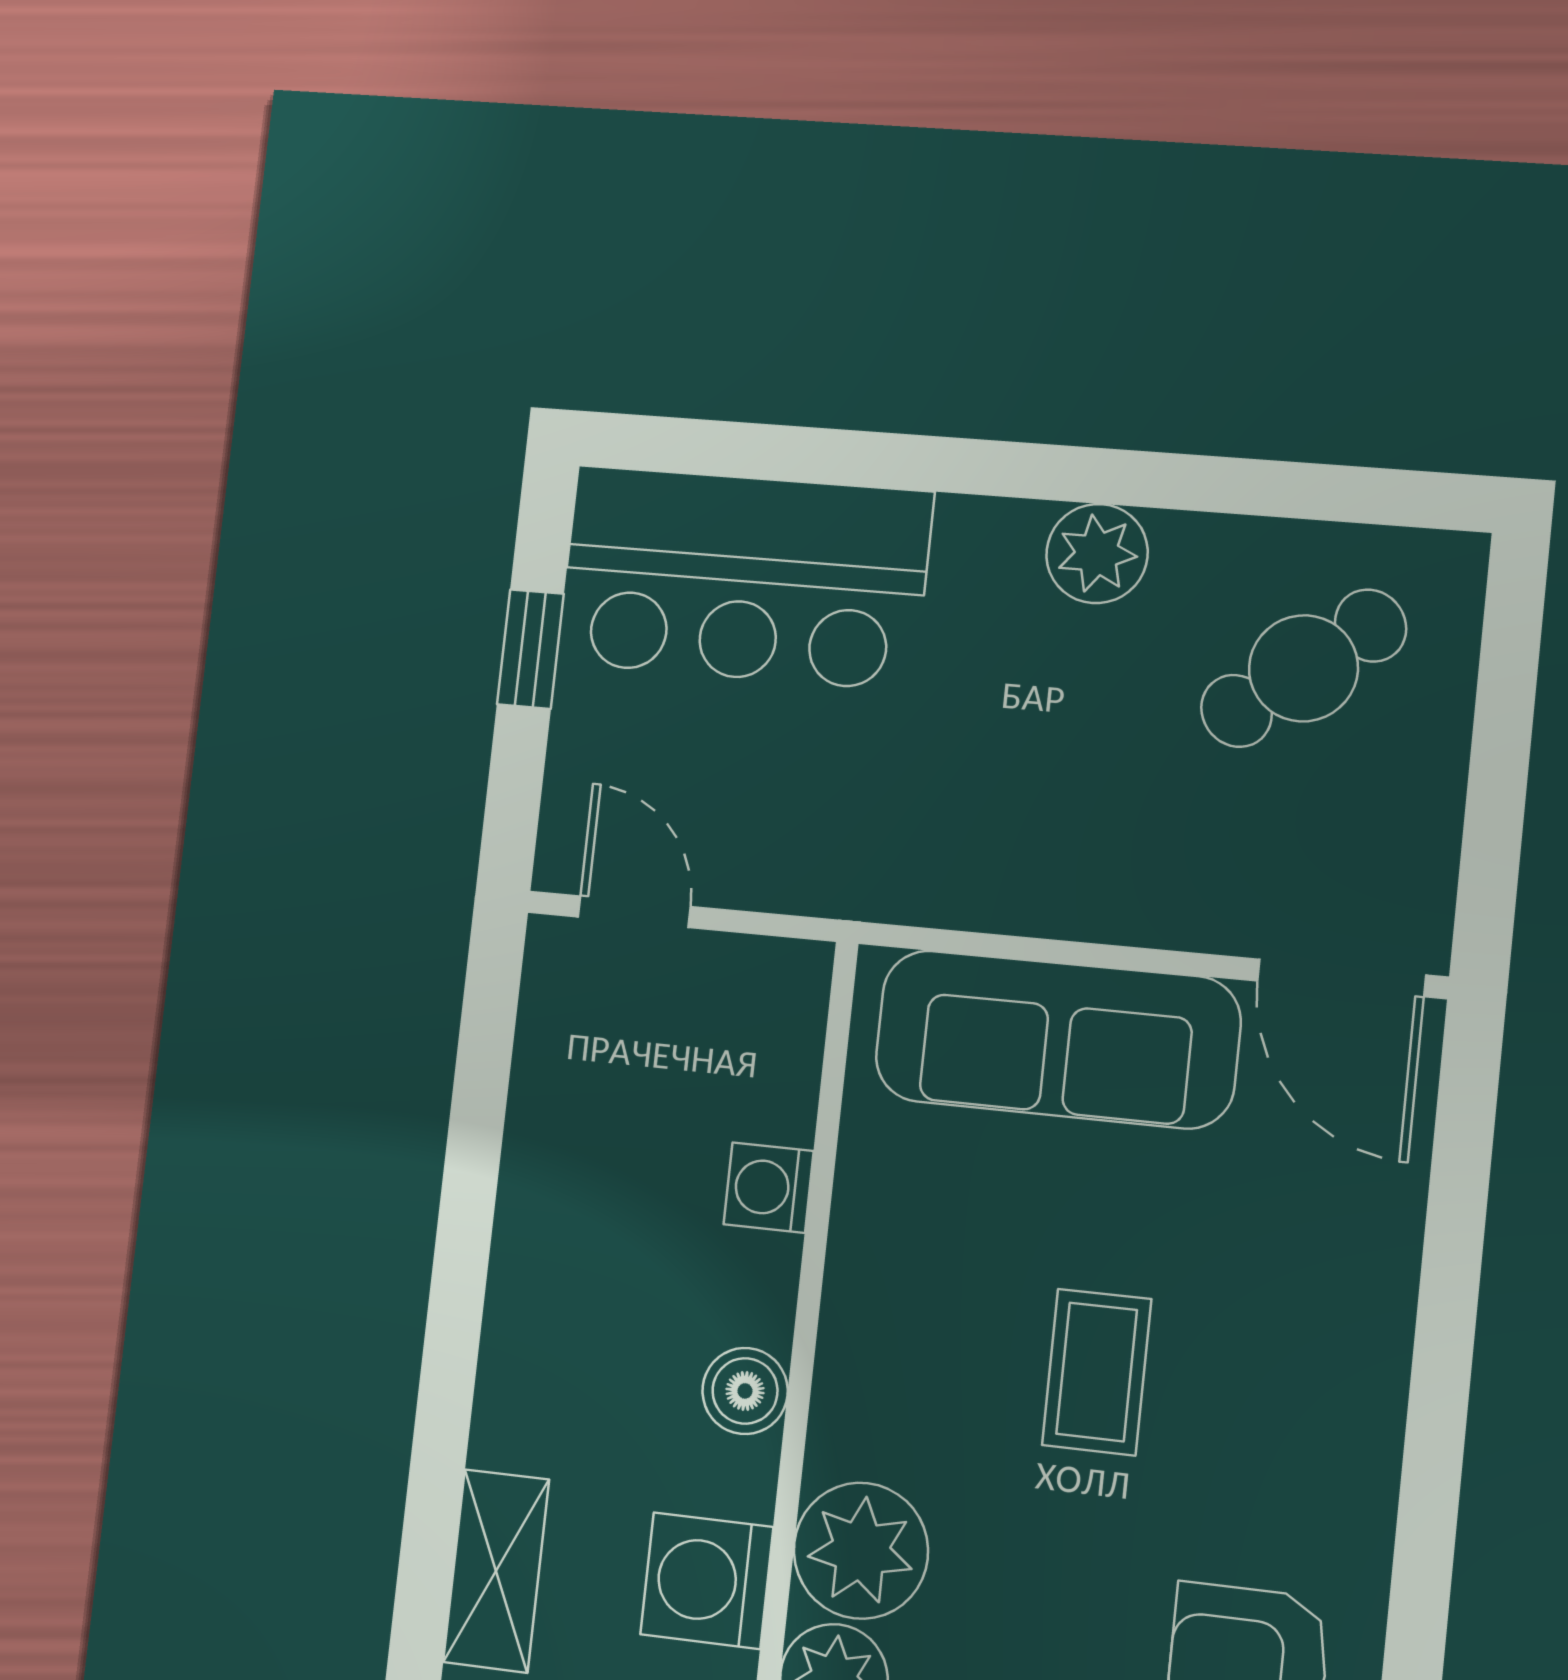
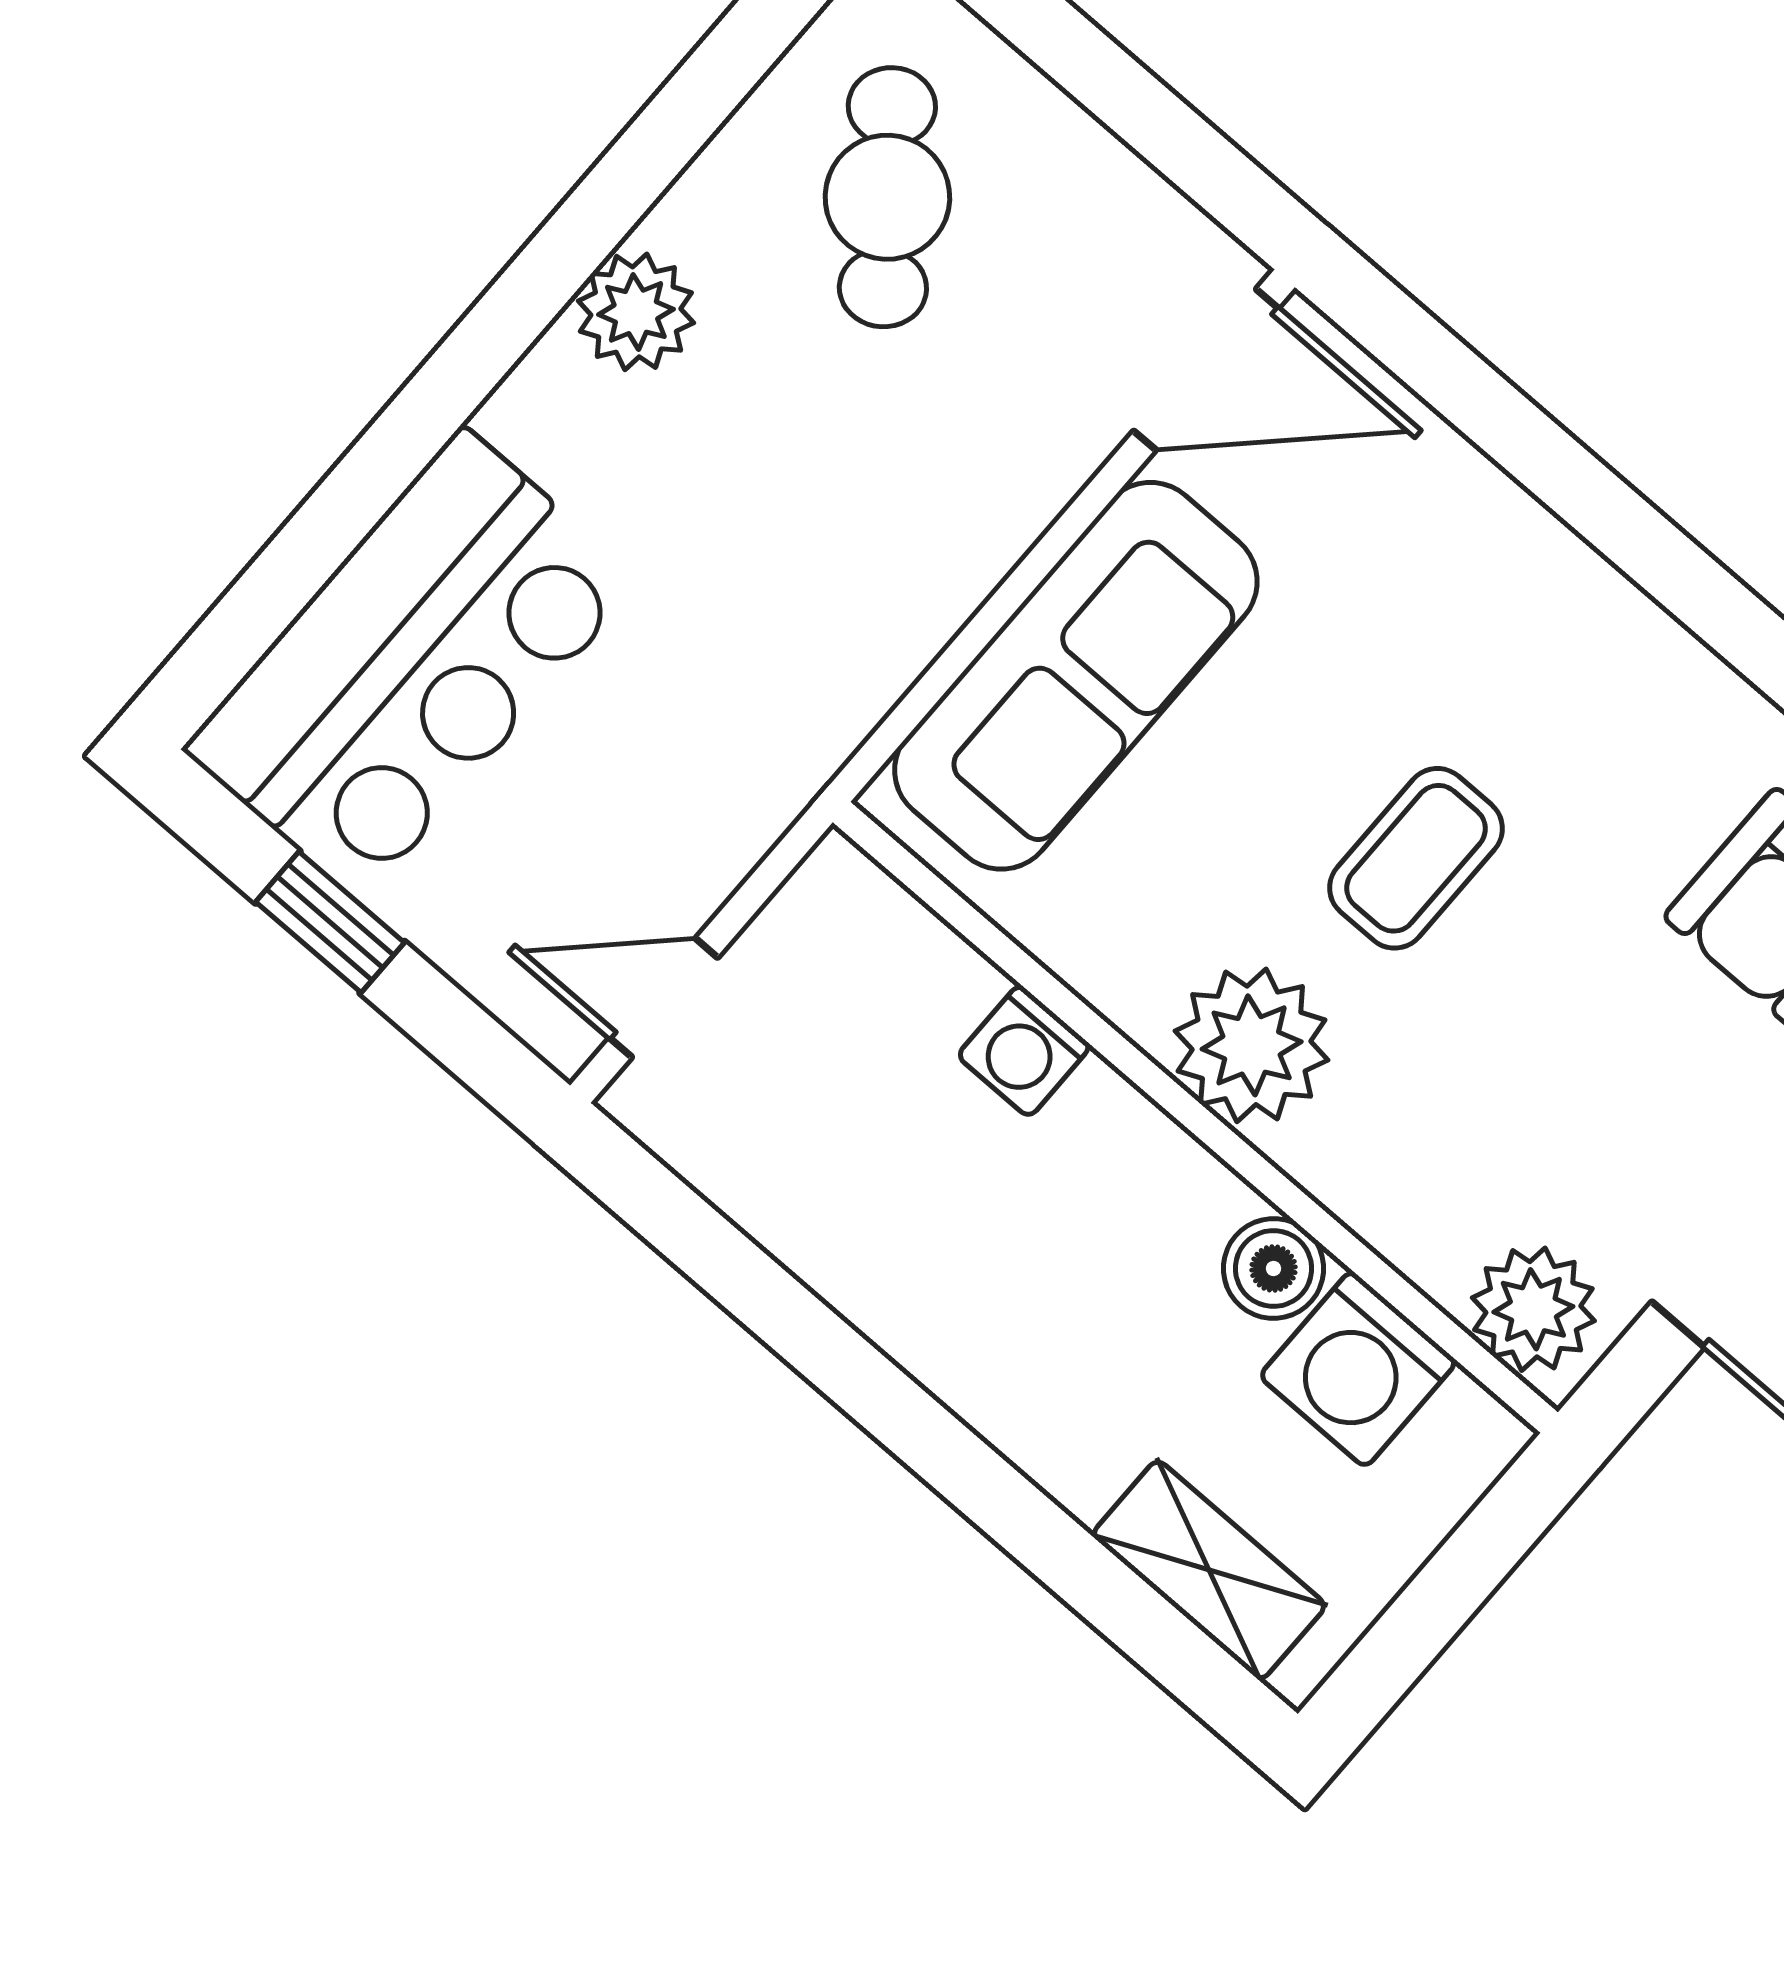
coffee table: (1097, 1372) -> (1416, 858), turned 90
boiler: (745, 1391) -> (1274, 1268), moved
plant: (861, 1551) -> (1252, 1045), moved

